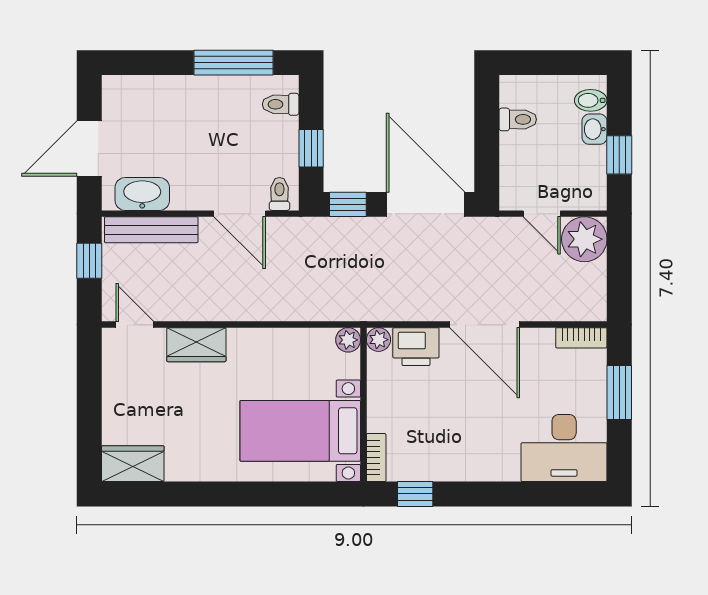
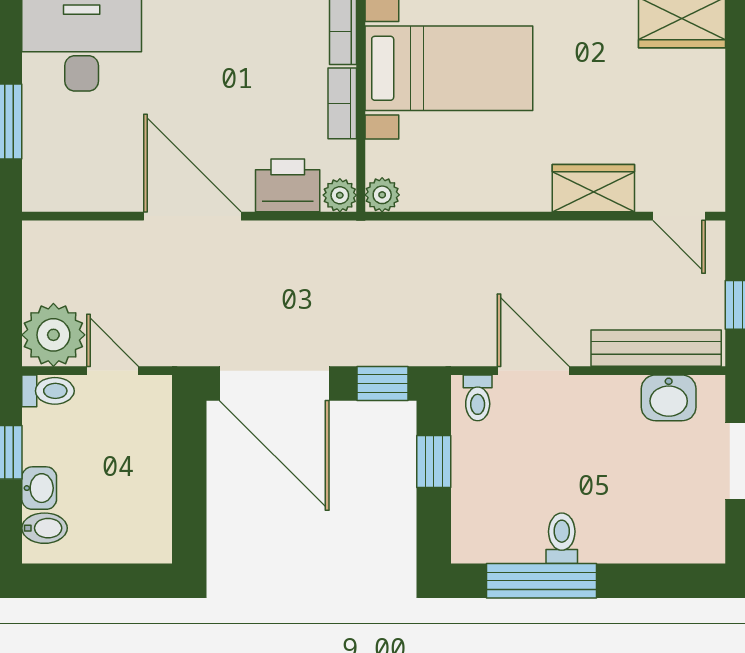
toilet: (281, 104) -> (562, 538), moved, turned -90
toilet: (518, 119) -> (48, 391), moved, turned 180
washbasin: (142, 194) -> (669, 398), width x0.72
bookcase: (581, 338) -> (342, 103), moved, turned -90

